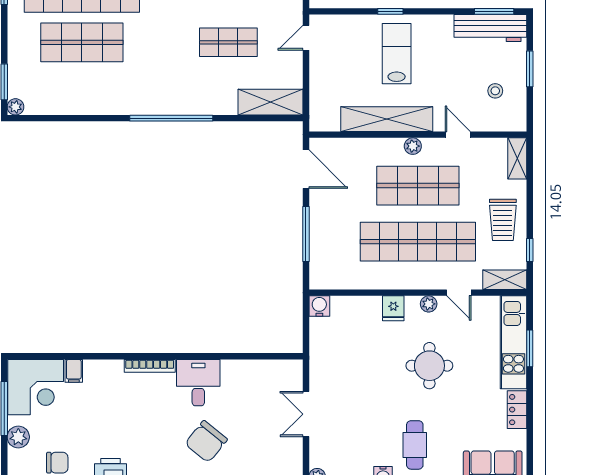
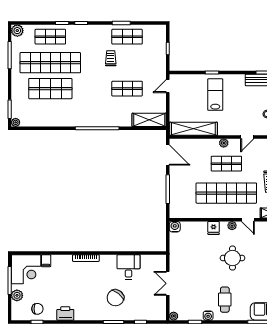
shelving: (387, 119) -> (193, 129), moved
door: (458, 135) -> (247, 137), swing flipped
shop shelf: (418, 186) -> (226, 164), width x0.70, depth x0.74
desk: (198, 383) -> (128, 267), moved

